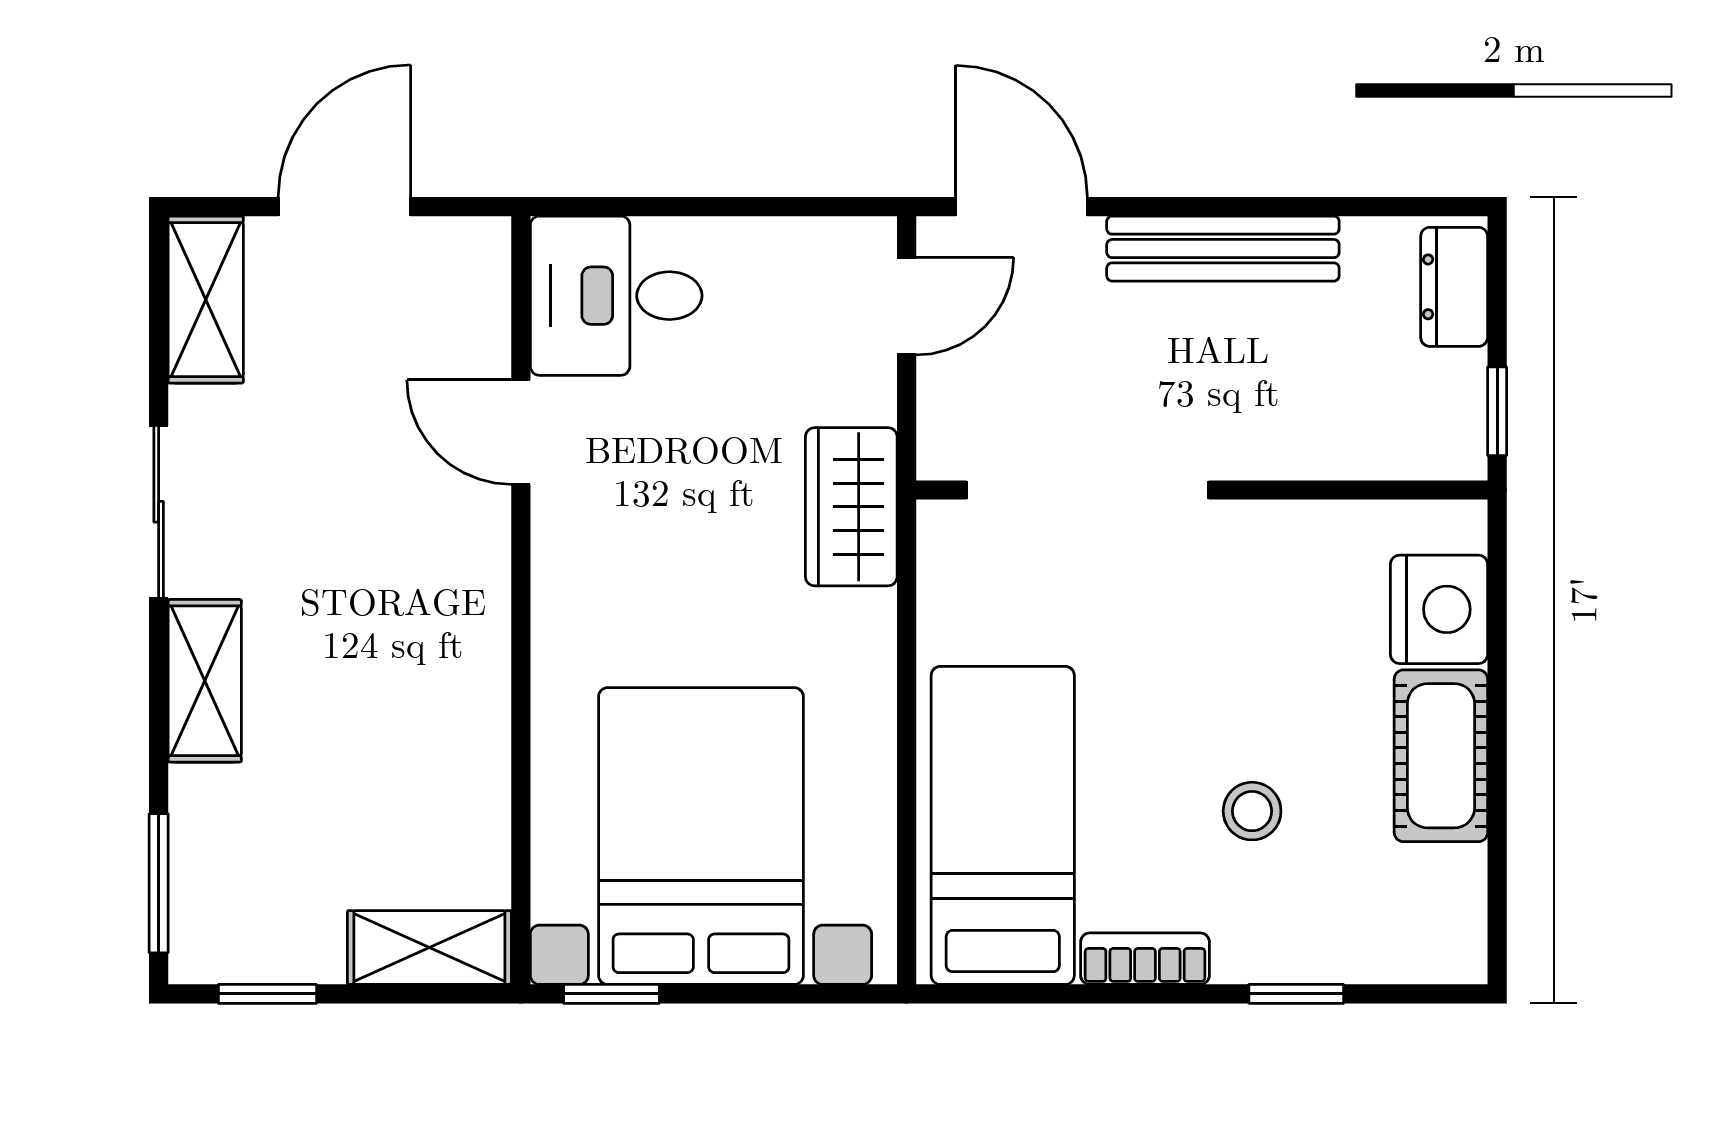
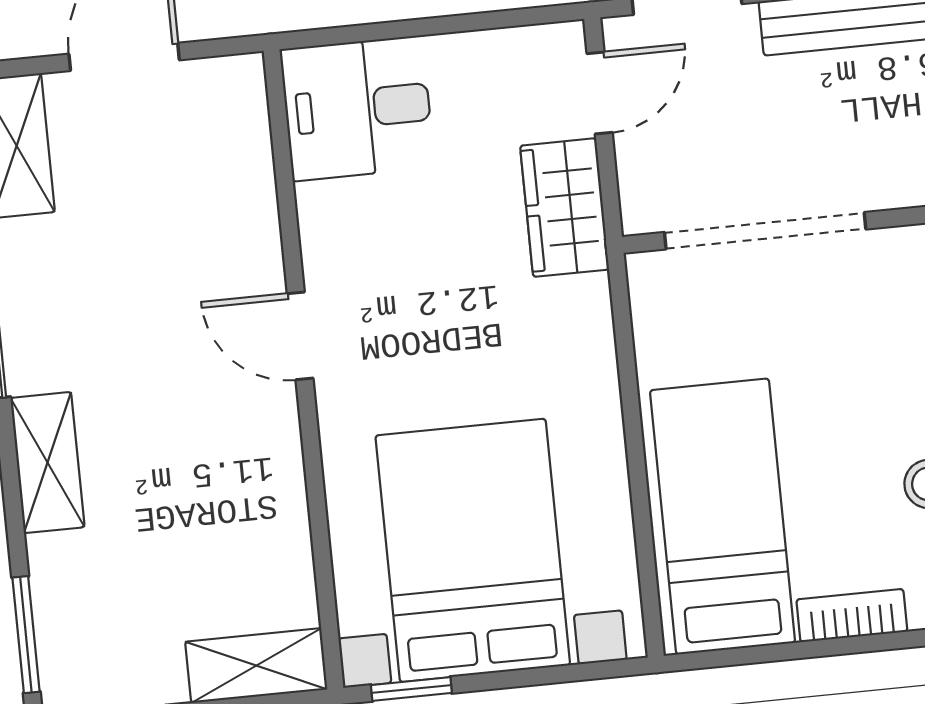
door: (521, 432) -> (300, 336), moved
wardrobe: (851, 507) -> (565, 208), moved

